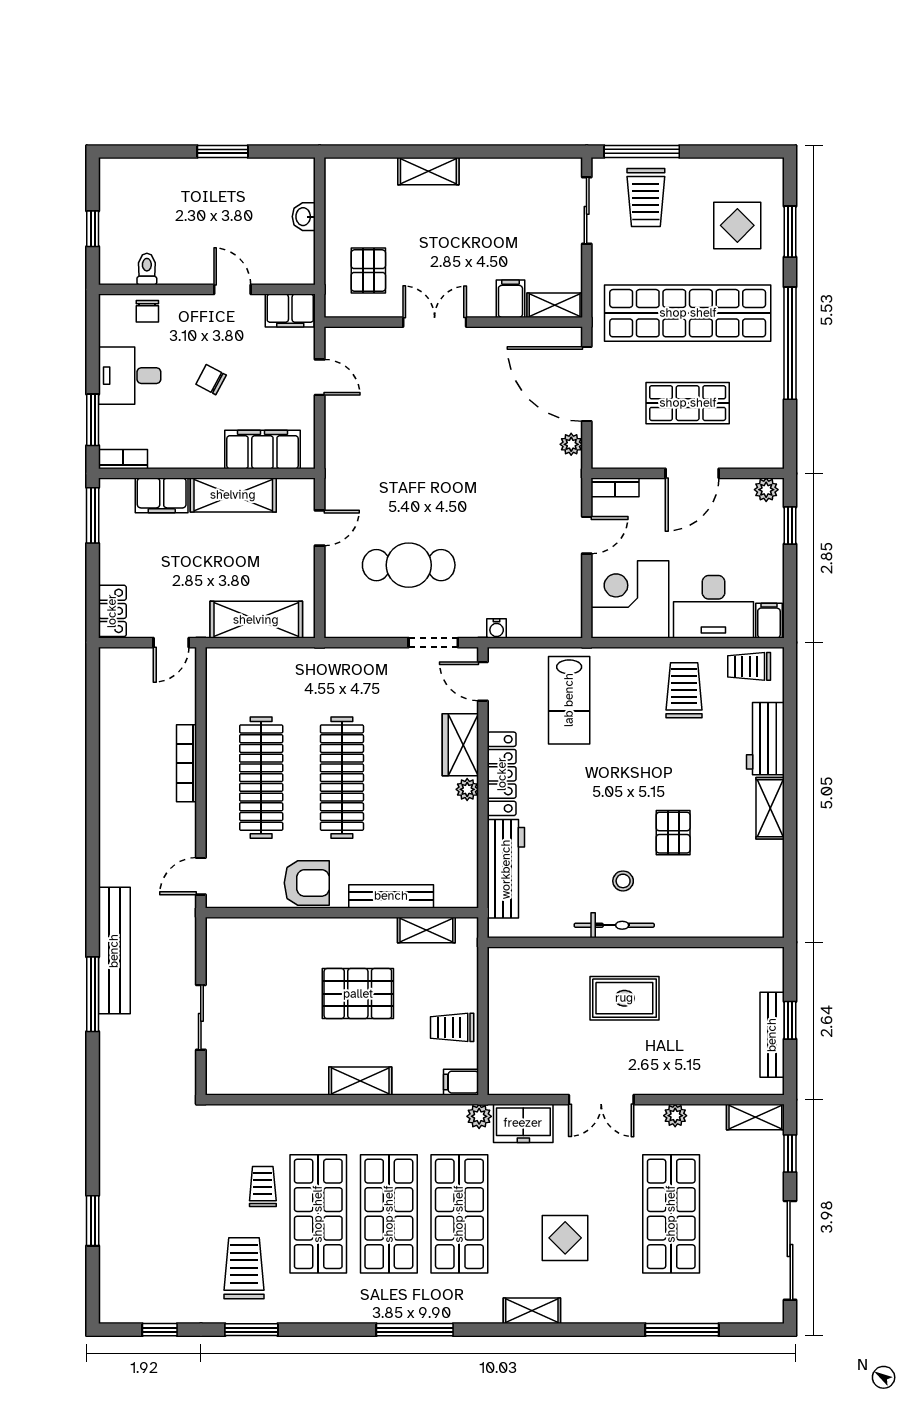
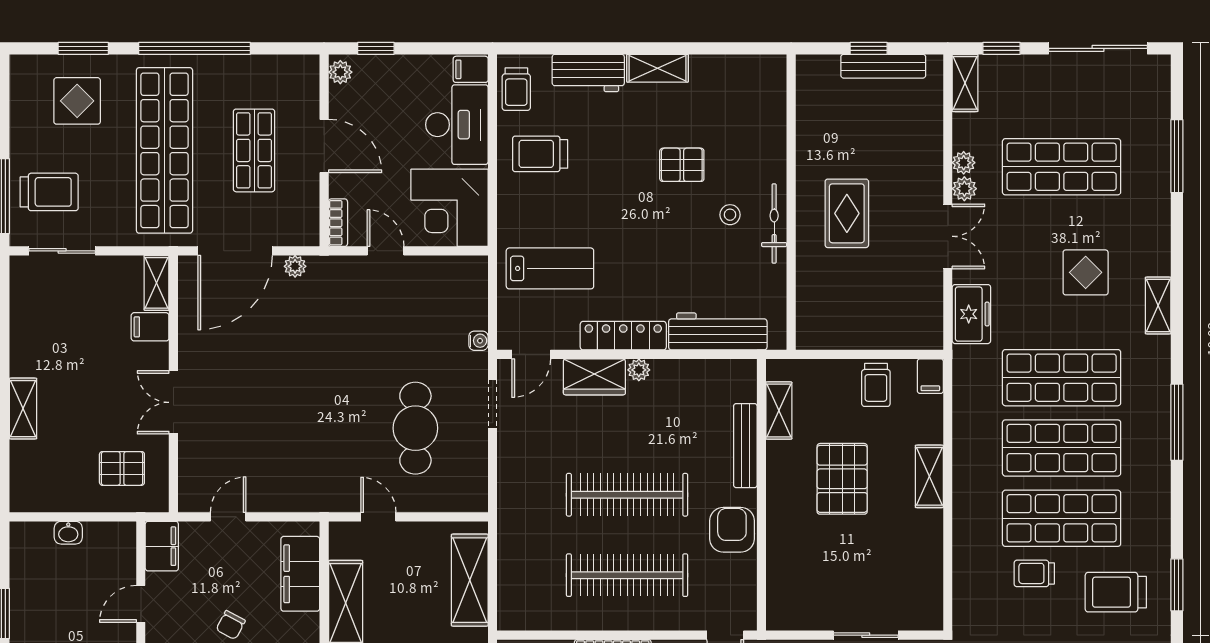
plant: (479, 1116) -> (964, 189), moved

